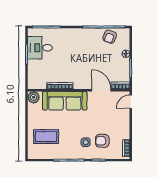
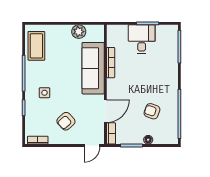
armchair: (110, 37) -> (152, 111), moved
desk: (40, 48) -> (142, 39), moved
plant: (34, 97) -> (79, 32), moved
door: (131, 102) -> (92, 145), swing flipped
coffee table: (46, 137) -> (36, 46), moved
armchair: (102, 141) -> (66, 121), moved, turned -132

